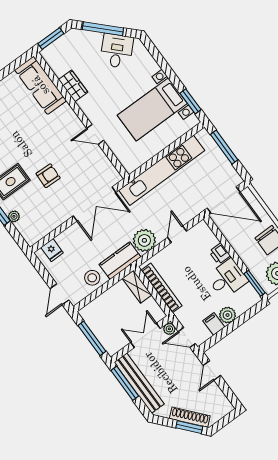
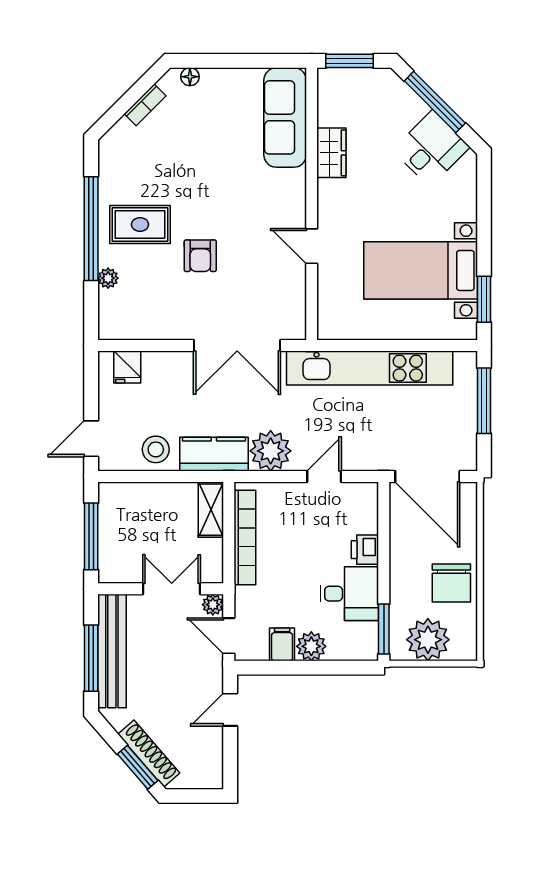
armchair: (48, 176) -> (200, 256), turned 88
window: (125, 383) -> (91, 658), moved

